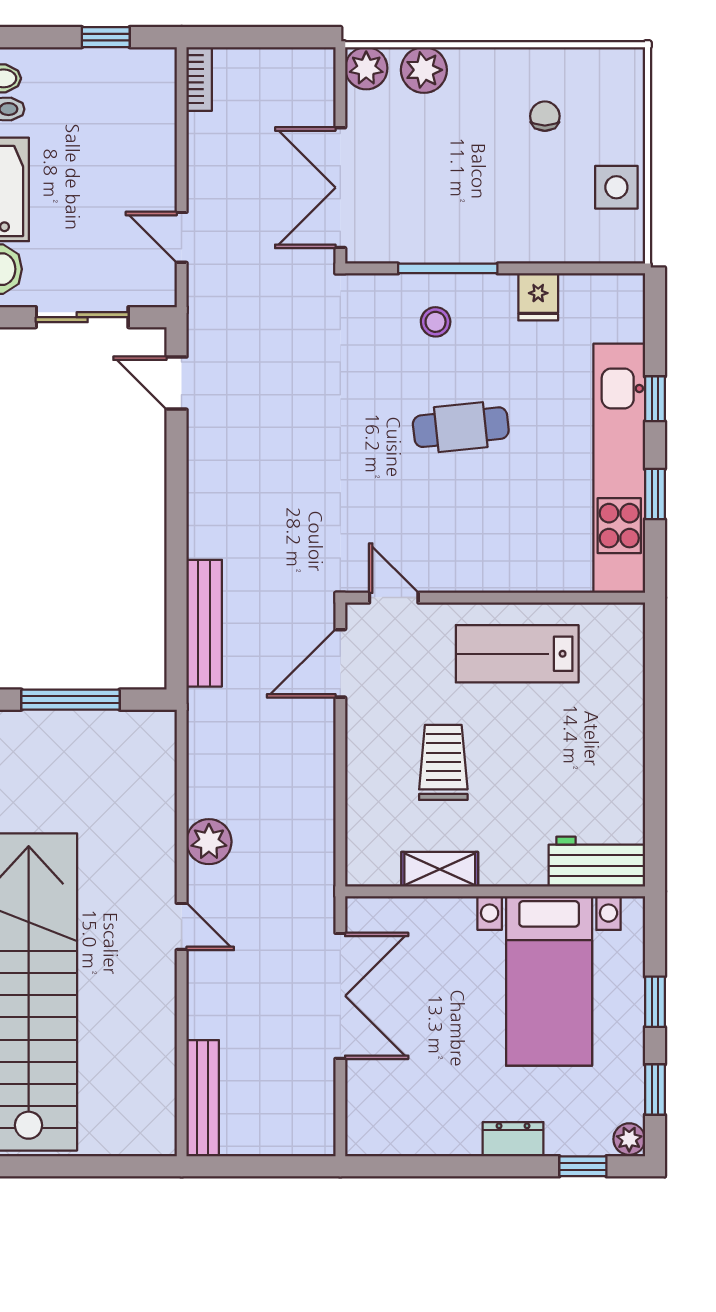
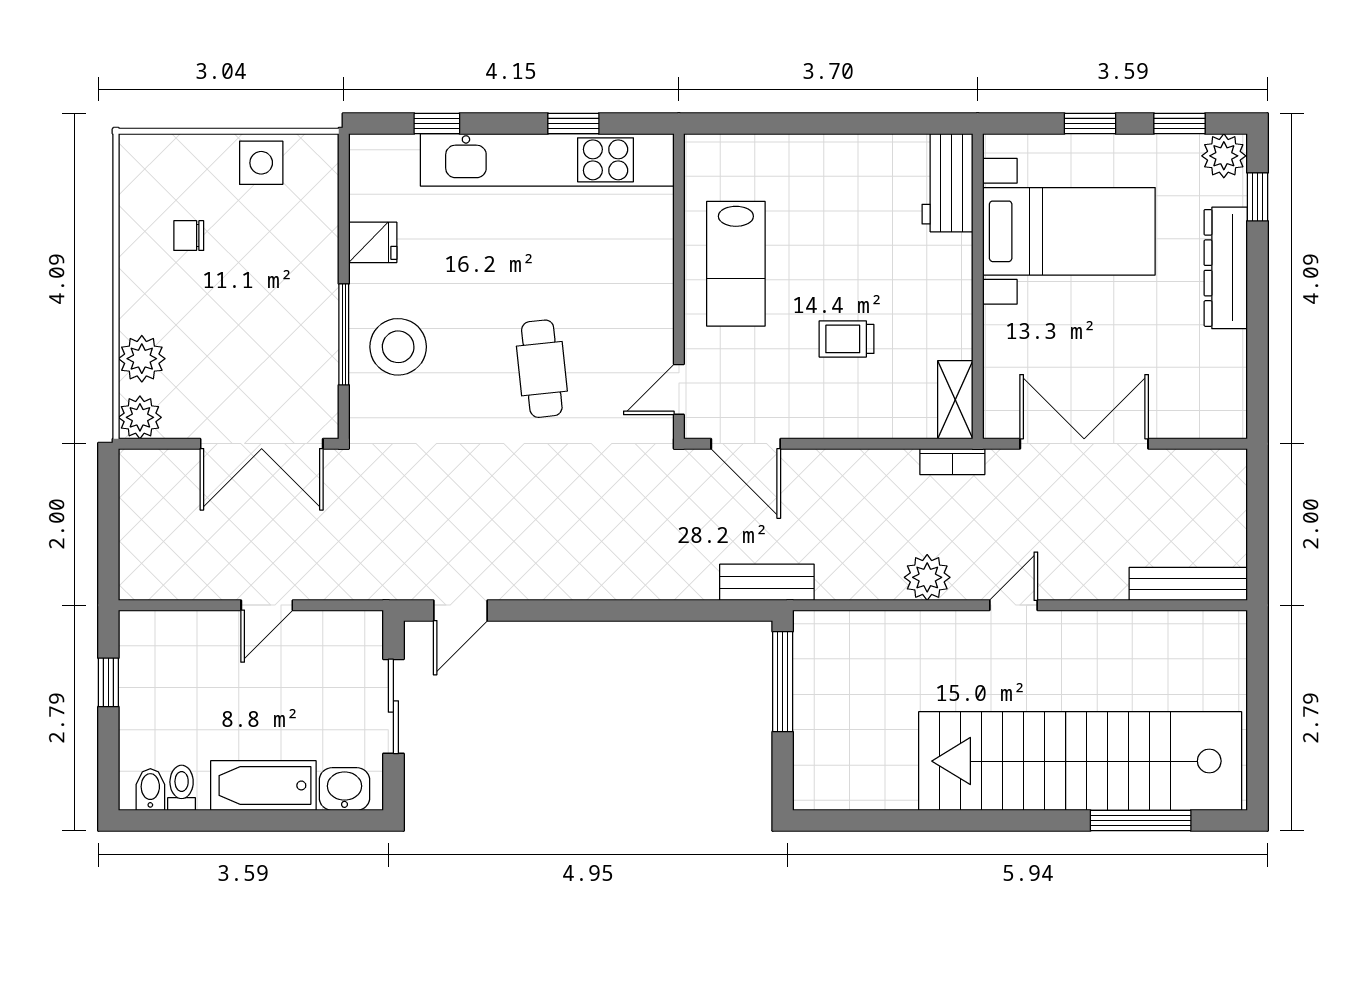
bookcase: (199, 79) -> (952, 462), moved, turned 180
door: (182, 237) -> (267, 605), moved
stool: (436, 322) -> (398, 347), width x1.89, depth x1.89
window: (655, 399) -> (437, 124), moved
cafe table: (461, 427) -> (542, 369), moved
bench: (204, 623) -> (767, 582), moved, width x0.73
window: (71, 700) -> (783, 682), moved
trolley: (443, 762) -> (847, 339), width x0.73, depth x0.72
shelving: (440, 869) -> (955, 400), moved
dresser: (513, 1139) -> (1226, 268), width x1.96, depth x1.24
plant: (629, 1139) -> (1224, 156), width x1.38, depth x1.38

